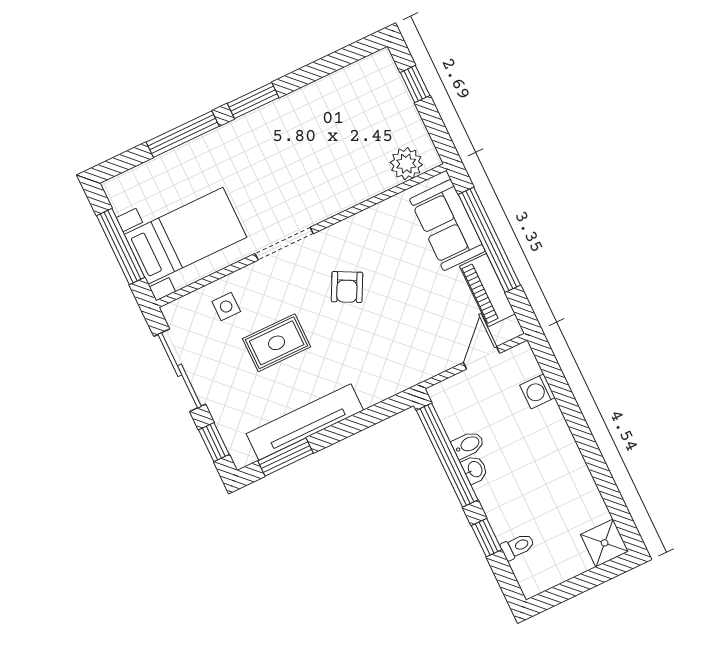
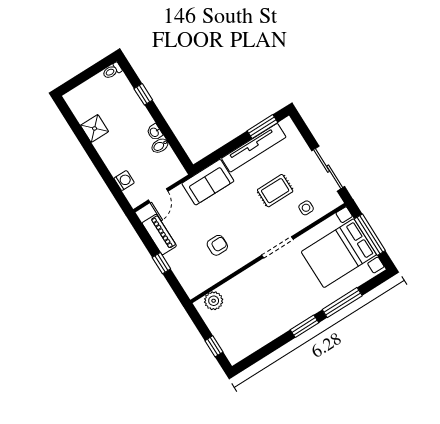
sofa: (447, 225) -> (208, 182), moved, turned 90
bed with nightstands: (185, 236) -> (339, 253), width x1.36
window: (489, 240) -> (161, 263), width x0.32
armchair: (347, 287) -> (217, 245), moved, turned 63
window: (214, 442) -> (304, 130), removed
window: (447, 455) -> (171, 138), removed
shower: (605, 543) -> (95, 128), moved
toilet: (518, 546) -> (112, 71), moved

